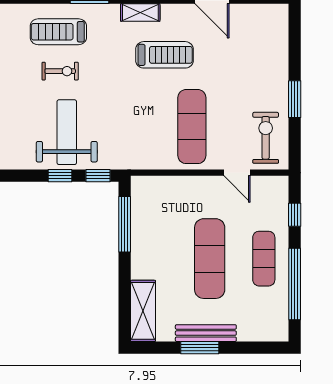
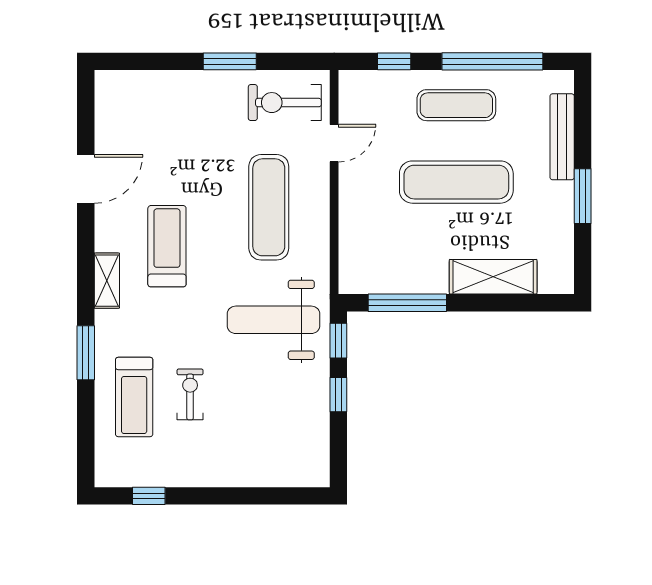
exercise mat: (192, 127) -> (269, 207), turned 90
weight bench: (67, 132) -> (273, 320), moved
shelving: (143, 311) -> (493, 277), moved
bench: (206, 333) -> (562, 137), moved

